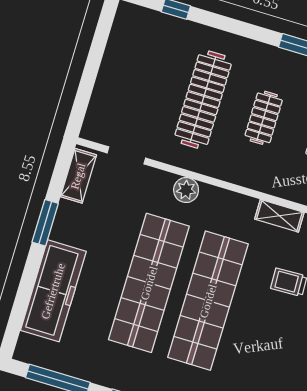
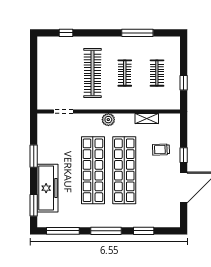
shelving: (78, 176) -> (43, 128), removed
plant: (186, 190) -> (108, 120), moved
window: (17, 315) -> (34, 205), added

